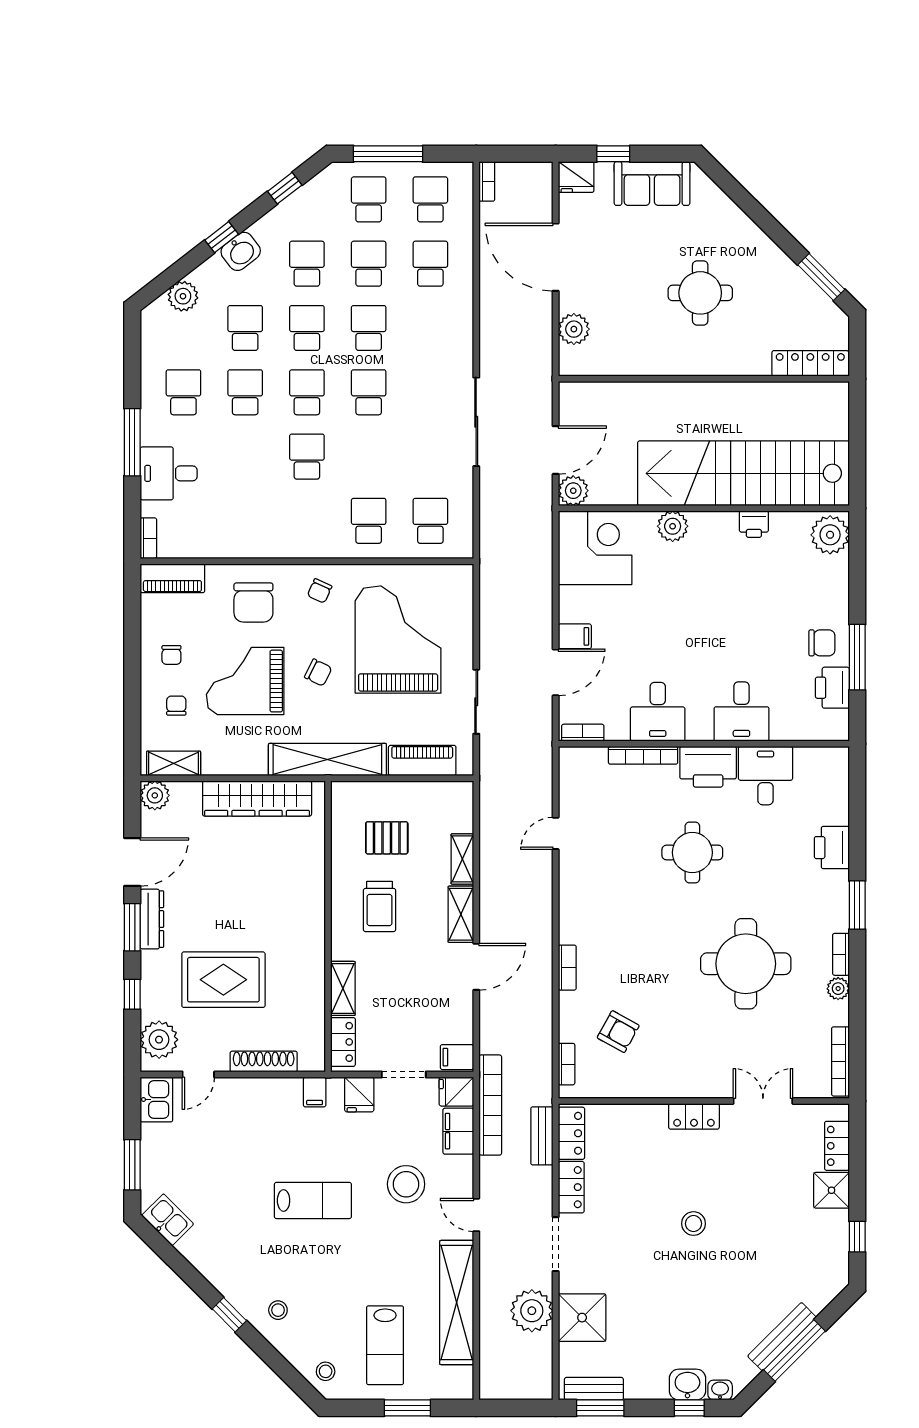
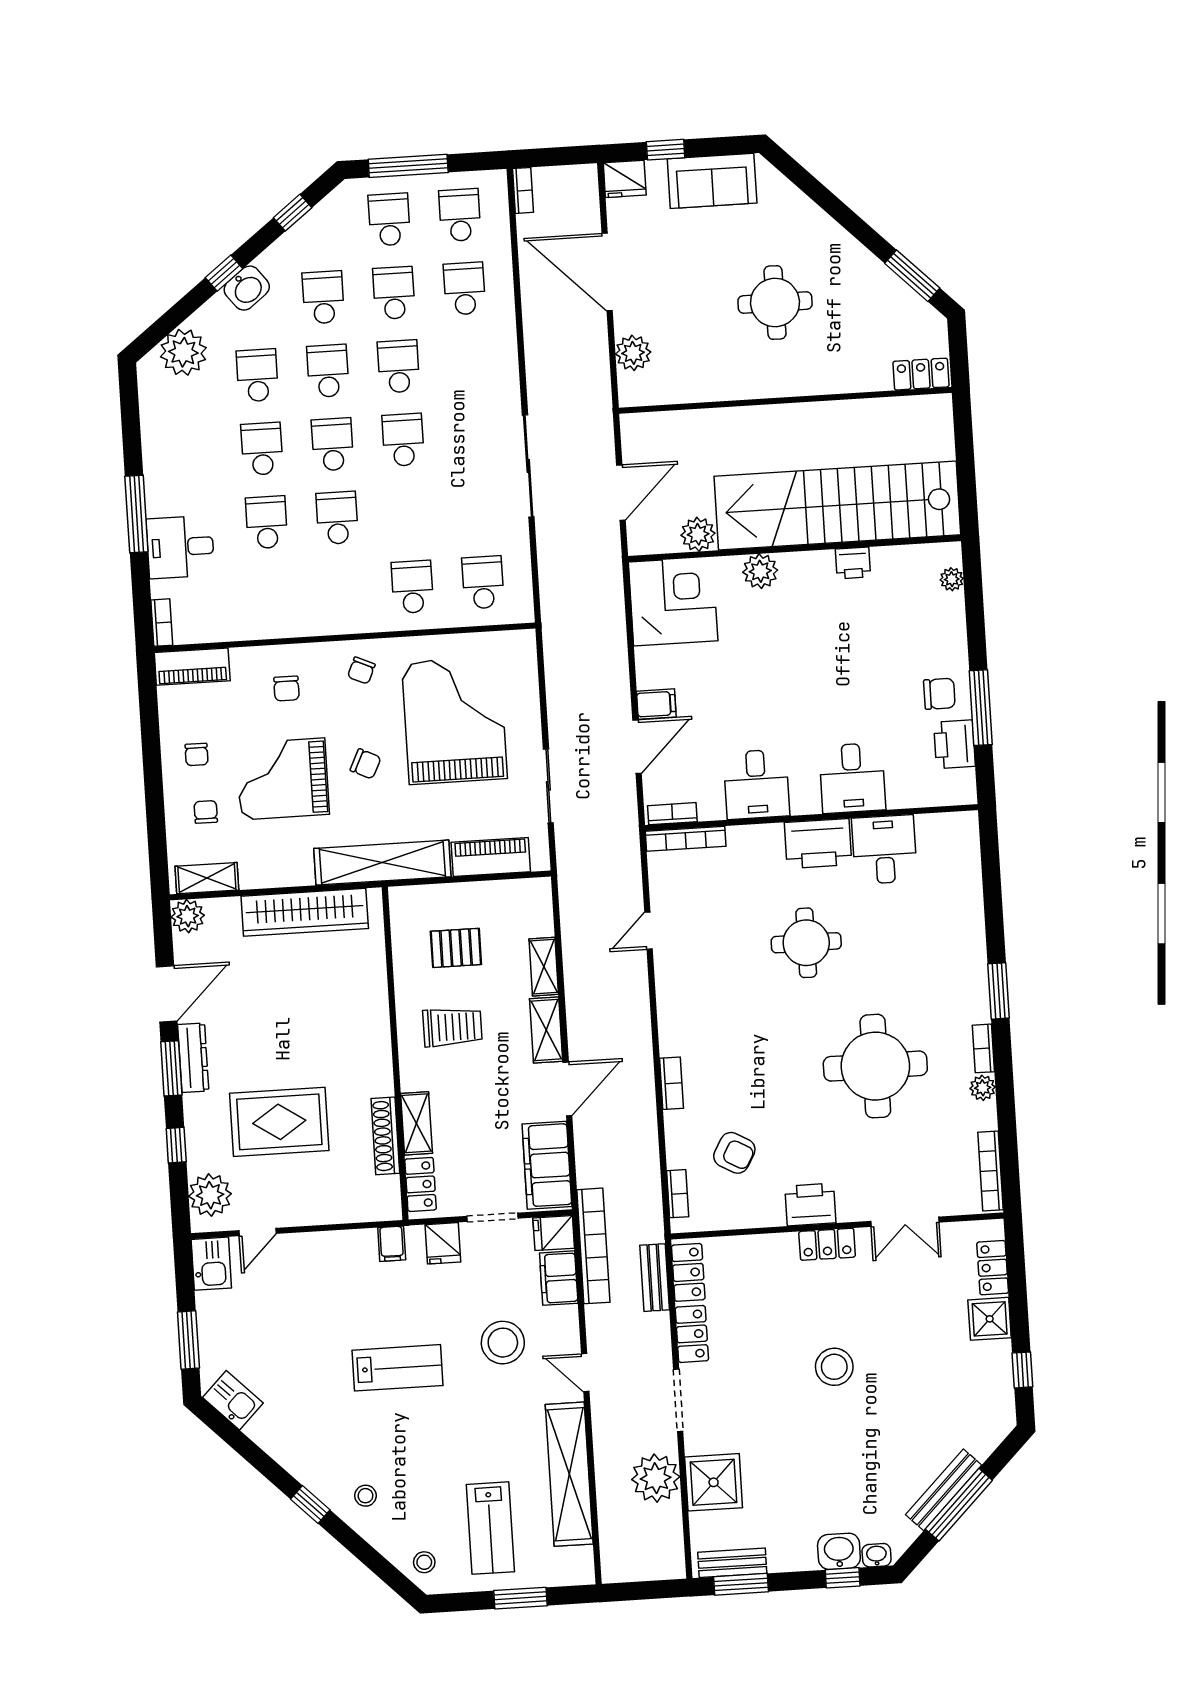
plant: (183, 296) -> (183, 352), width x1.36, depth x1.36
locker: (810, 363) -> (921, 374), width x0.66
school desk: (183, 392) -> (267, 522), moved
plant: (573, 491) -> (698, 534), moved
plant: (830, 535) -> (952, 579), width x0.53, depth x0.53
chair: (253, 603) -> (287, 689), width x0.54, depth x0.54
bookcase: (643, 755) -> (686, 839), moved
printer: (832, 848) -> (810, 1205), moved, turned 90
trolley: (379, 906) -> (452, 1027), turned -90
filing cabinet: (457, 1057) -> (547, 1165), width x3.00, depth x1.17
shoe rack: (264, 1062) -> (385, 1136), moved, turned -90
double door: (763, 1101) -> (905, 1222), swing flipped
stool: (693, 1224) -> (834, 1367), width x1.38, depth x1.38

